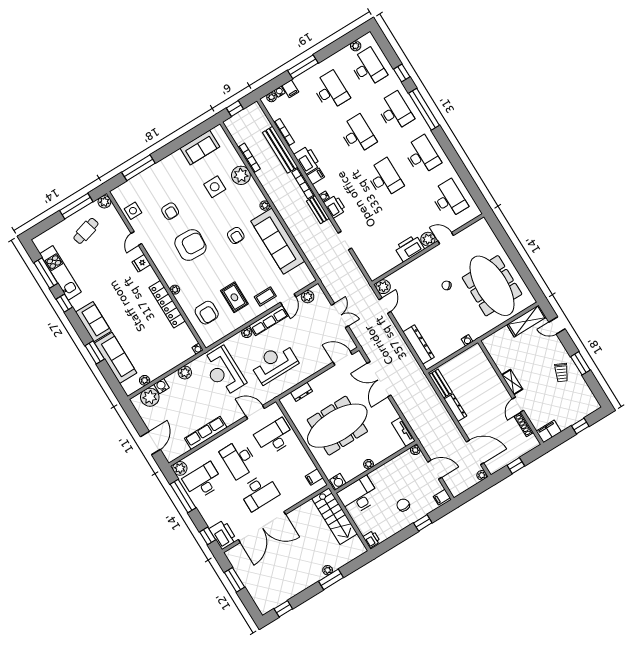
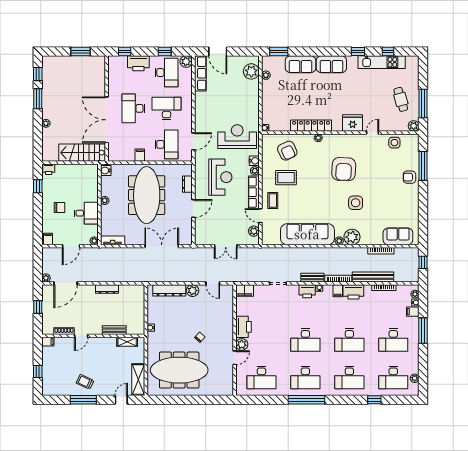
window: (424, 109) -> (307, 400), moved
sofa: (200, 147) -> (398, 236), moved, turned 90
plant: (241, 175) -> (352, 237), moved
side table: (215, 187) -> (356, 203), moved
armchair: (170, 211) -> (409, 177), moved
armchair: (236, 236) -> (330, 206), removed
door: (136, 239) -> (373, 133), hinge flipped
fridge: (141, 263) -> (353, 123), width x1.88, depth x1.34
filing cabinet: (372, 269) -> (245, 290), added
window: (46, 273) -> (388, 51), width x0.46
plant: (383, 287) -> (193, 291), moved
armchair: (207, 313) -> (287, 151), turned -115
window: (95, 352) -> (279, 51), moved
sofa: (116, 358) -> (300, 64), width x0.73
door: (343, 358) -> (193, 208), moved
window: (580, 363) -> (83, 400), width x1.44
plant: (185, 373) -> (253, 108), removed
shelving: (512, 382) -> (127, 342), moved
bench: (441, 384) -> (114, 330), moved
water cooler: (161, 386) -> (254, 161), moved
door: (518, 405) -> (81, 336), swing flipped
filing cabinet: (549, 431) -> (48, 342), width x0.50
row of seats: (206, 433) -> (200, 73), moved
filing cabinet: (314, 477) -> (140, 155), moved
window: (183, 496) -> (165, 51), width x0.46
desk: (358, 496) -> (86, 213), moved, width x0.73
window: (423, 523) -> (38, 186), moved
double door: (262, 527) -> (107, 120), moved
printer: (223, 535) -> (138, 63), moved
window: (331, 579) -> (38, 99), moved

